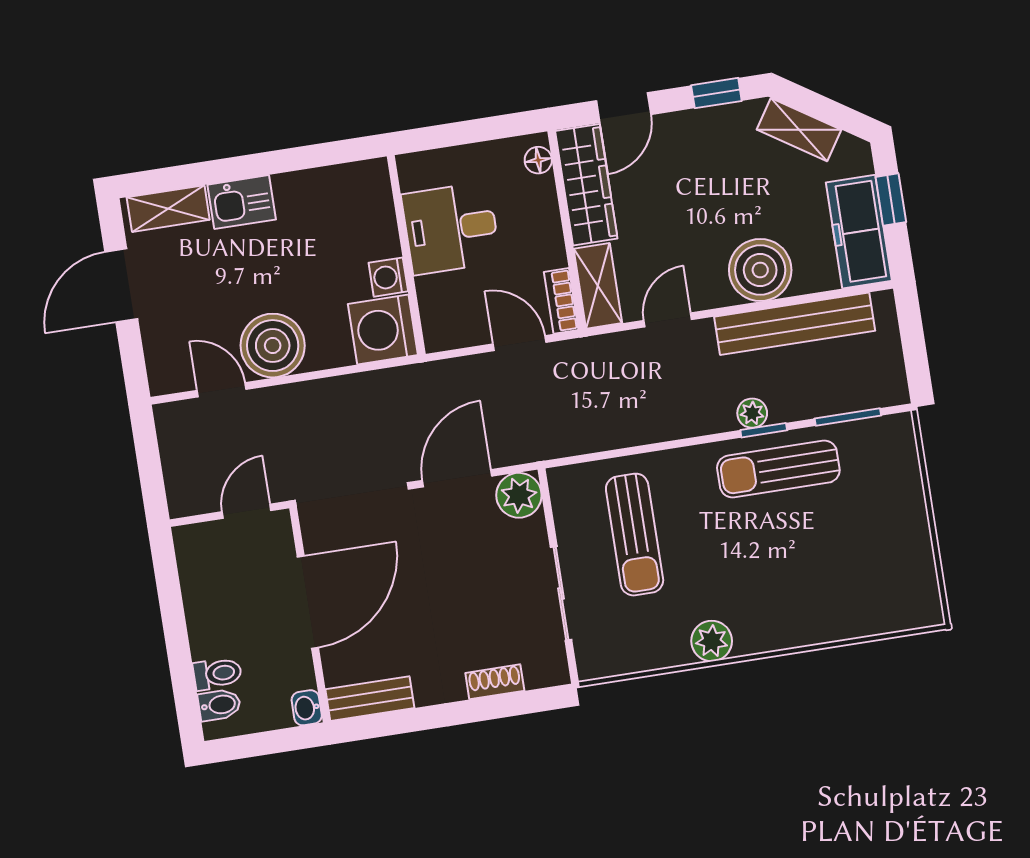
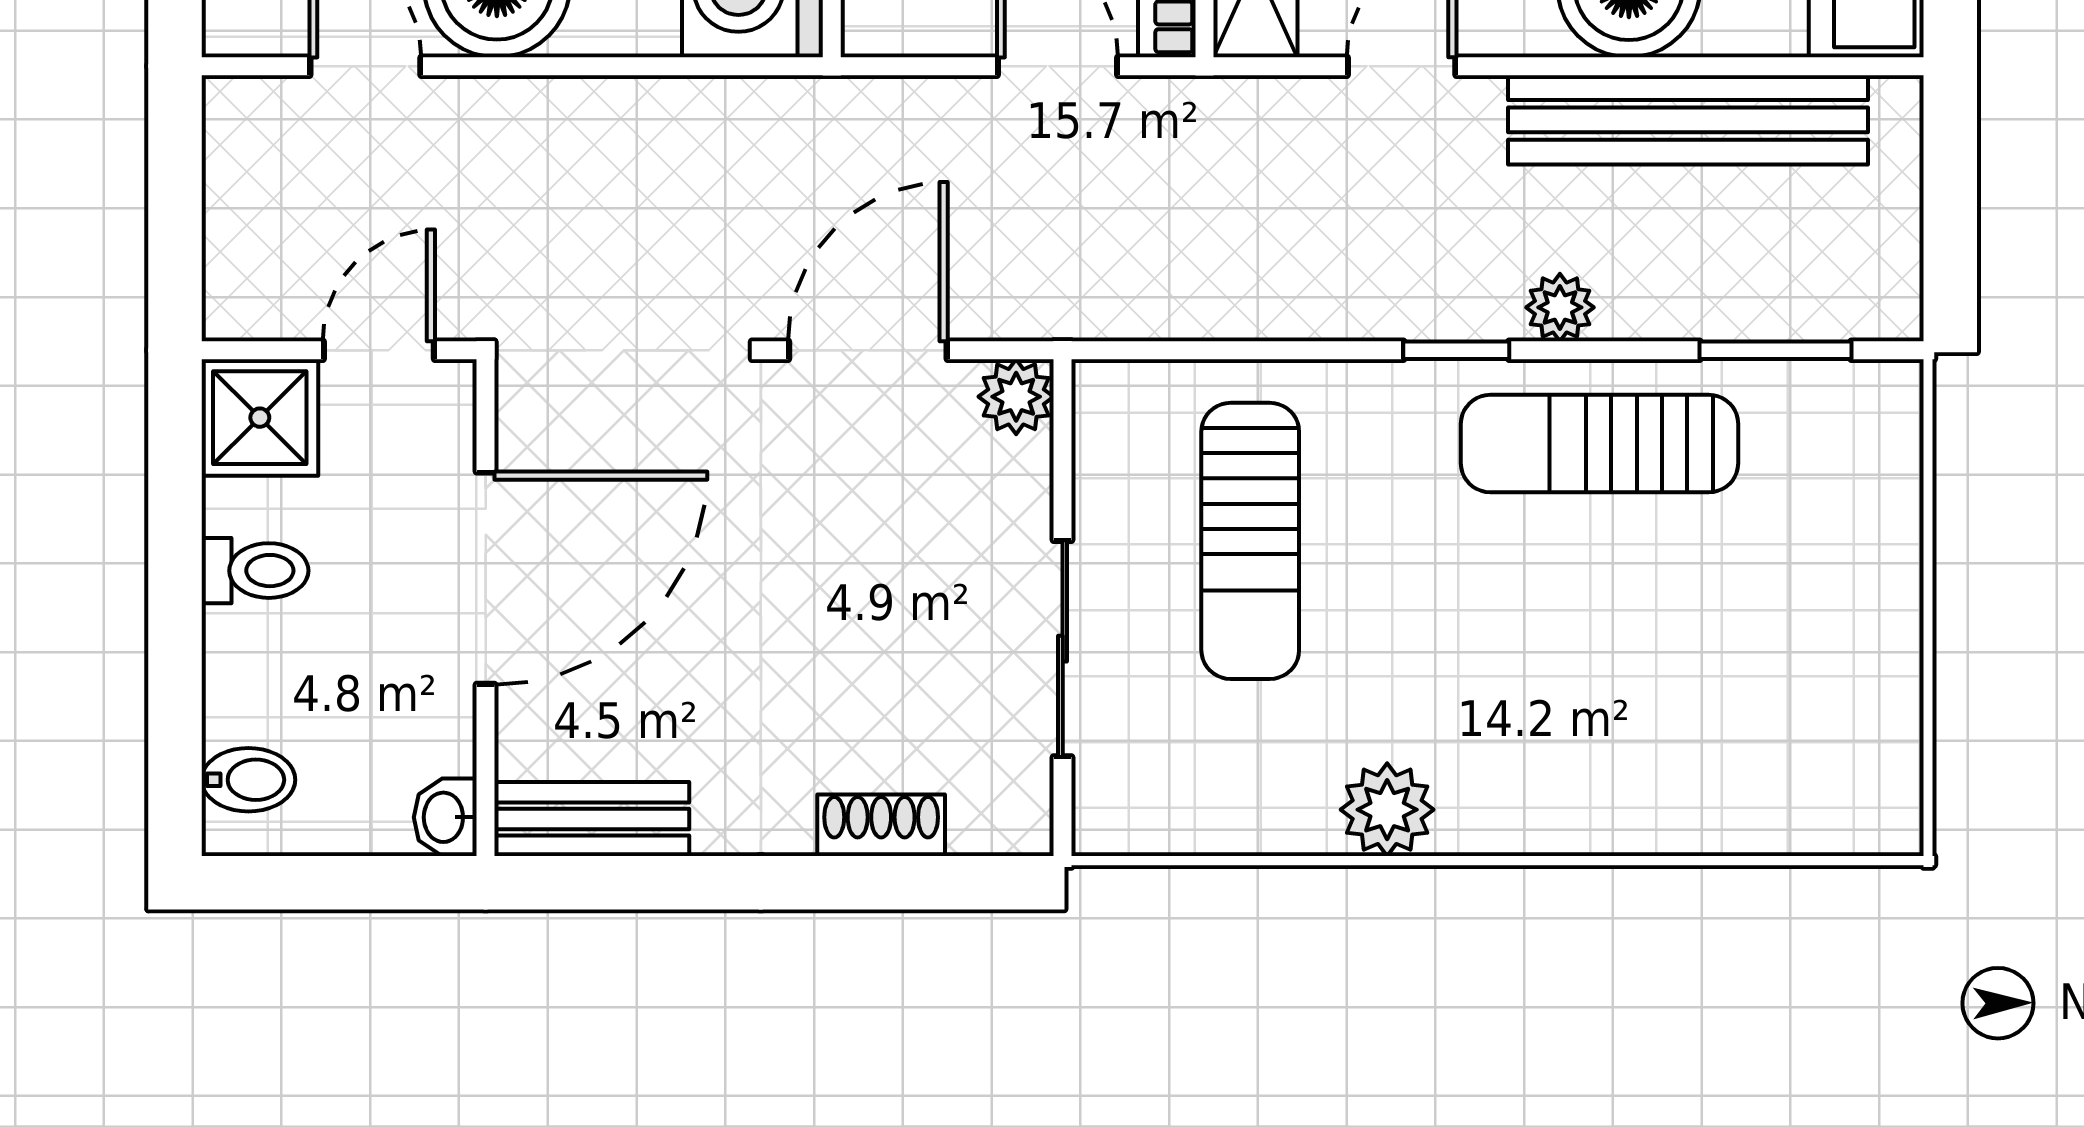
window: (764, 430) -> (1456, 350), moved
plant: (519, 495) -> (1016, 397), width x0.73, depth x0.73
shower: (200, 548) -> (260, 418), added
toilet: (217, 674) -> (255, 571), moved

